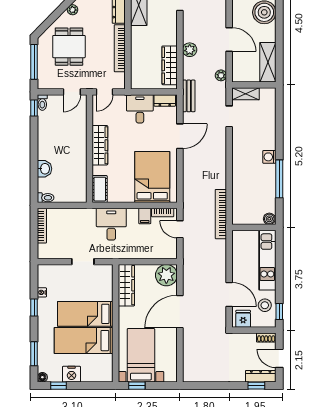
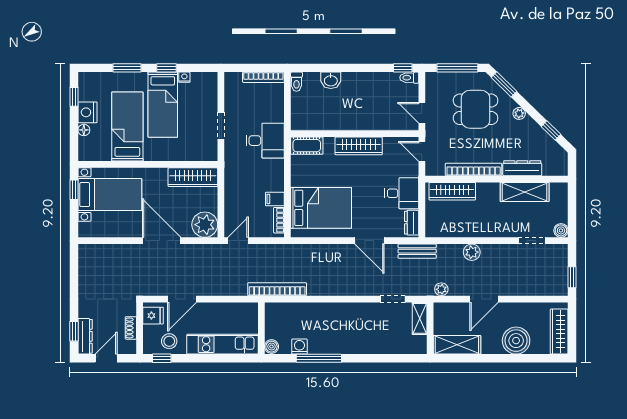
window: (48, 23) -> (504, 84), added
wardrobe: (170, 65) -> (452, 191), moved, turned 180
washing machine: (269, 157) -> (299, 347), moved
desk: (111, 224) -> (265, 141), moved
door: (180, 229) -> (238, 241), moved
bed: (85, 314) -> (163, 105), moved, turned 180
shoe rack: (266, 338) -> (131, 328), moved
window: (34, 354) -> (127, 68), moved
floor lamp: (42, 377) -> (84, 130), moved

